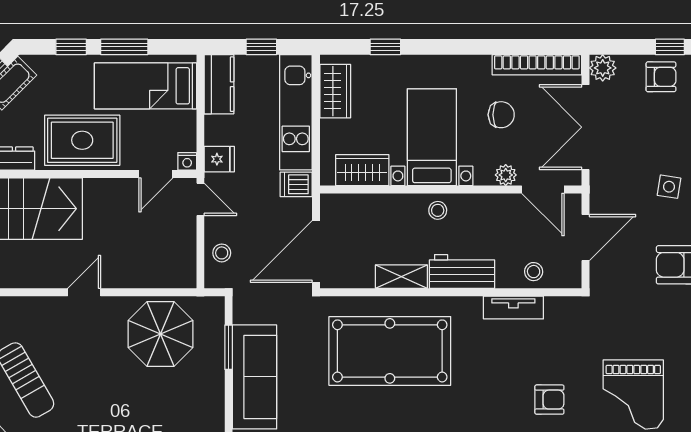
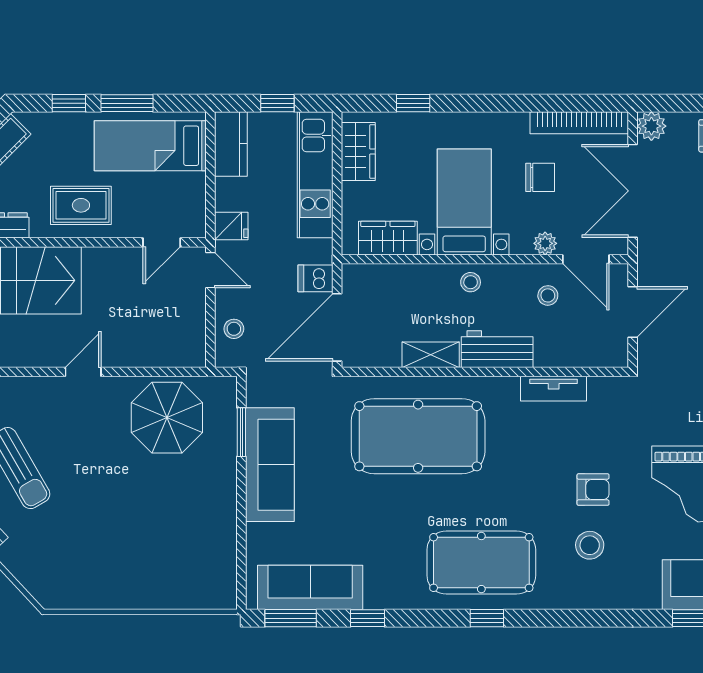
rug: (82, 140) -> (81, 205), width x0.73, depth x0.70
nightstand: (187, 161) -> (196, 228), removed
dishwasher: (296, 184) -> (315, 278), moved
stool: (534, 272) -> (548, 295), moved

